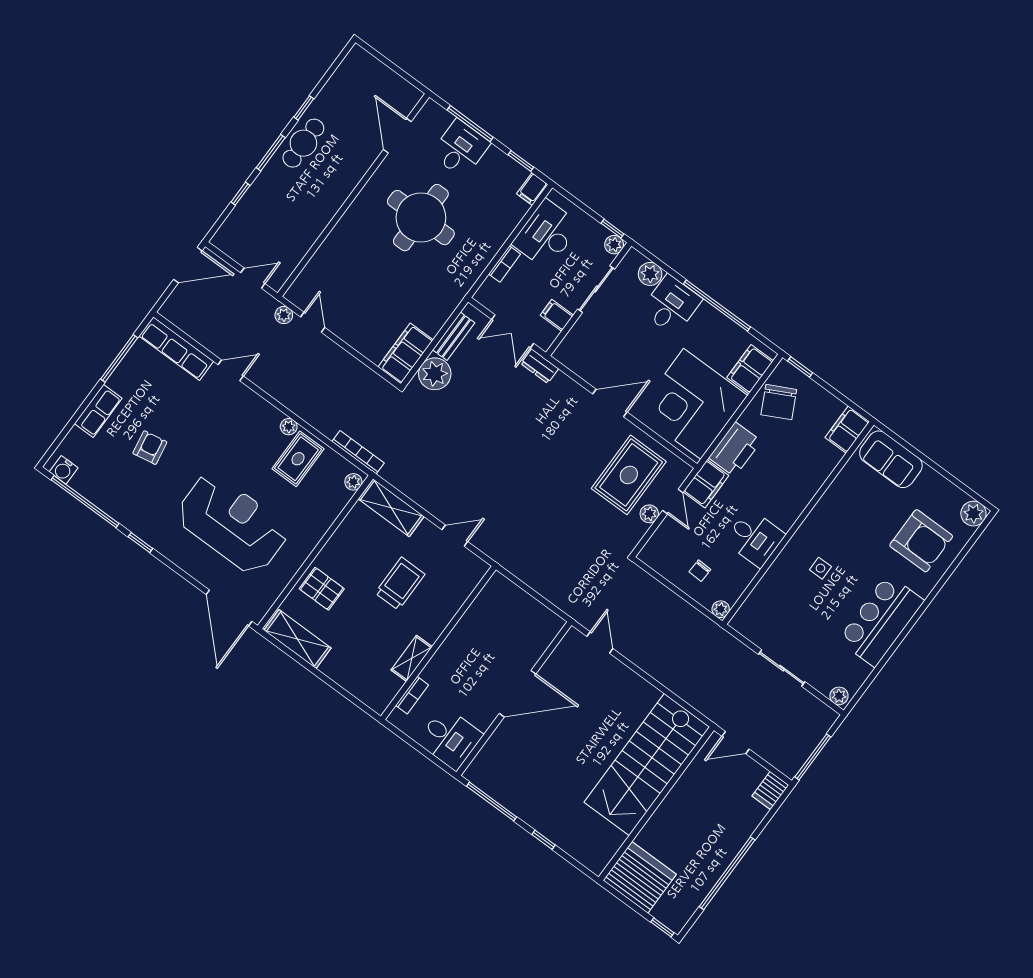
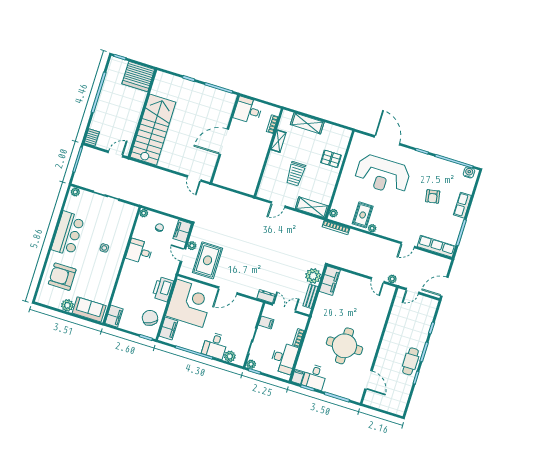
desk: (460, 149) -> (315, 377), moved
filing cabinet: (706, 484) -> (182, 231), moved
plant: (973, 514) -> (67, 305), moved
door: (229, 608) -> (387, 140), moved
shelving: (297, 639) -> (307, 123), moved

